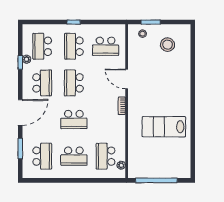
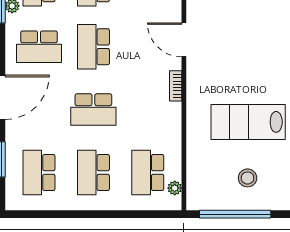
school desk: (42, 83) -> (39, 47), turned 90
school desk: (42, 156) -> (39, 172), turned 180
school desk: (74, 156) -> (93, 172), turned 90
stool: (164, 159) -> (248, 178), added

